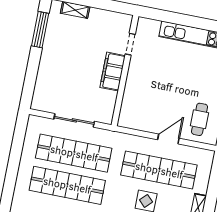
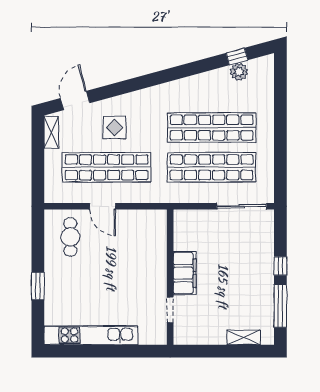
window: (34, 62) -> (280, 266), added
sliding door: (74, 120) -> (242, 206), moved
door: (168, 139) -> (103, 206), hinge flipped

